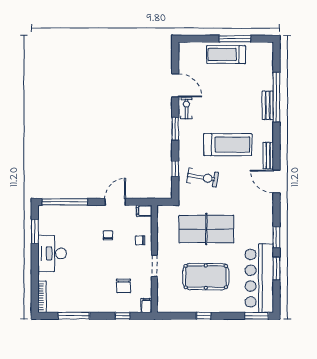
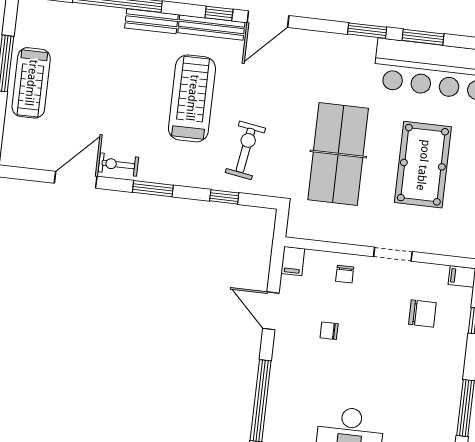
bench: (268, 105) -> (151, 21), moved
window: (276, 154) -> (219, 13), added
bench: (268, 156) -> (211, 28), width x1.36

